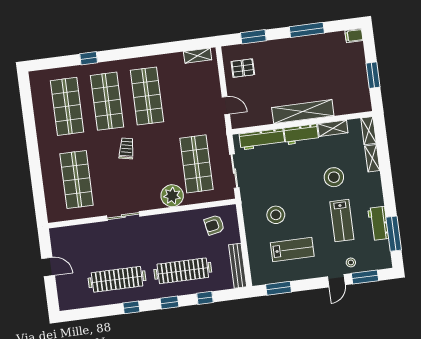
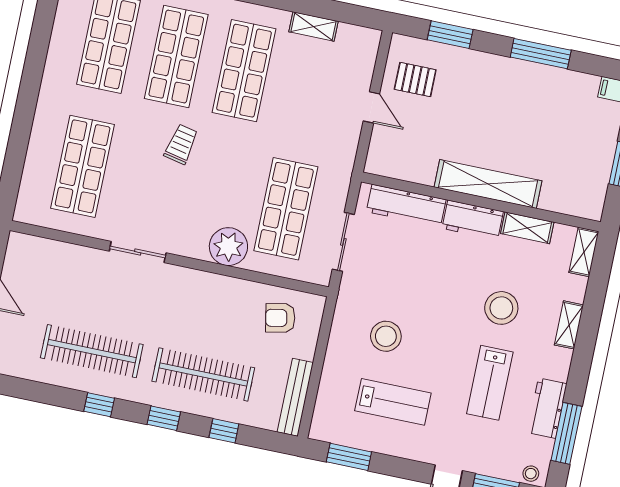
shelving: (198, 56) -> (313, 26), moved
door: (226, 105) -> (371, 107), moved
shelving: (372, 158) -> (569, 325), moved
stool: (351, 262) -> (531, 474), moved

